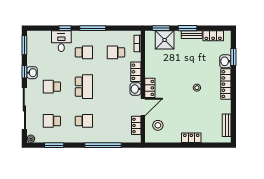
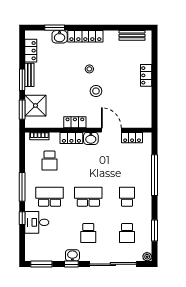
school desk: (84, 52) -> (49, 197), width x1.85
locker: (150, 88) -> (75, 122), moved
stool: (158, 125) -> (96, 91), moved

